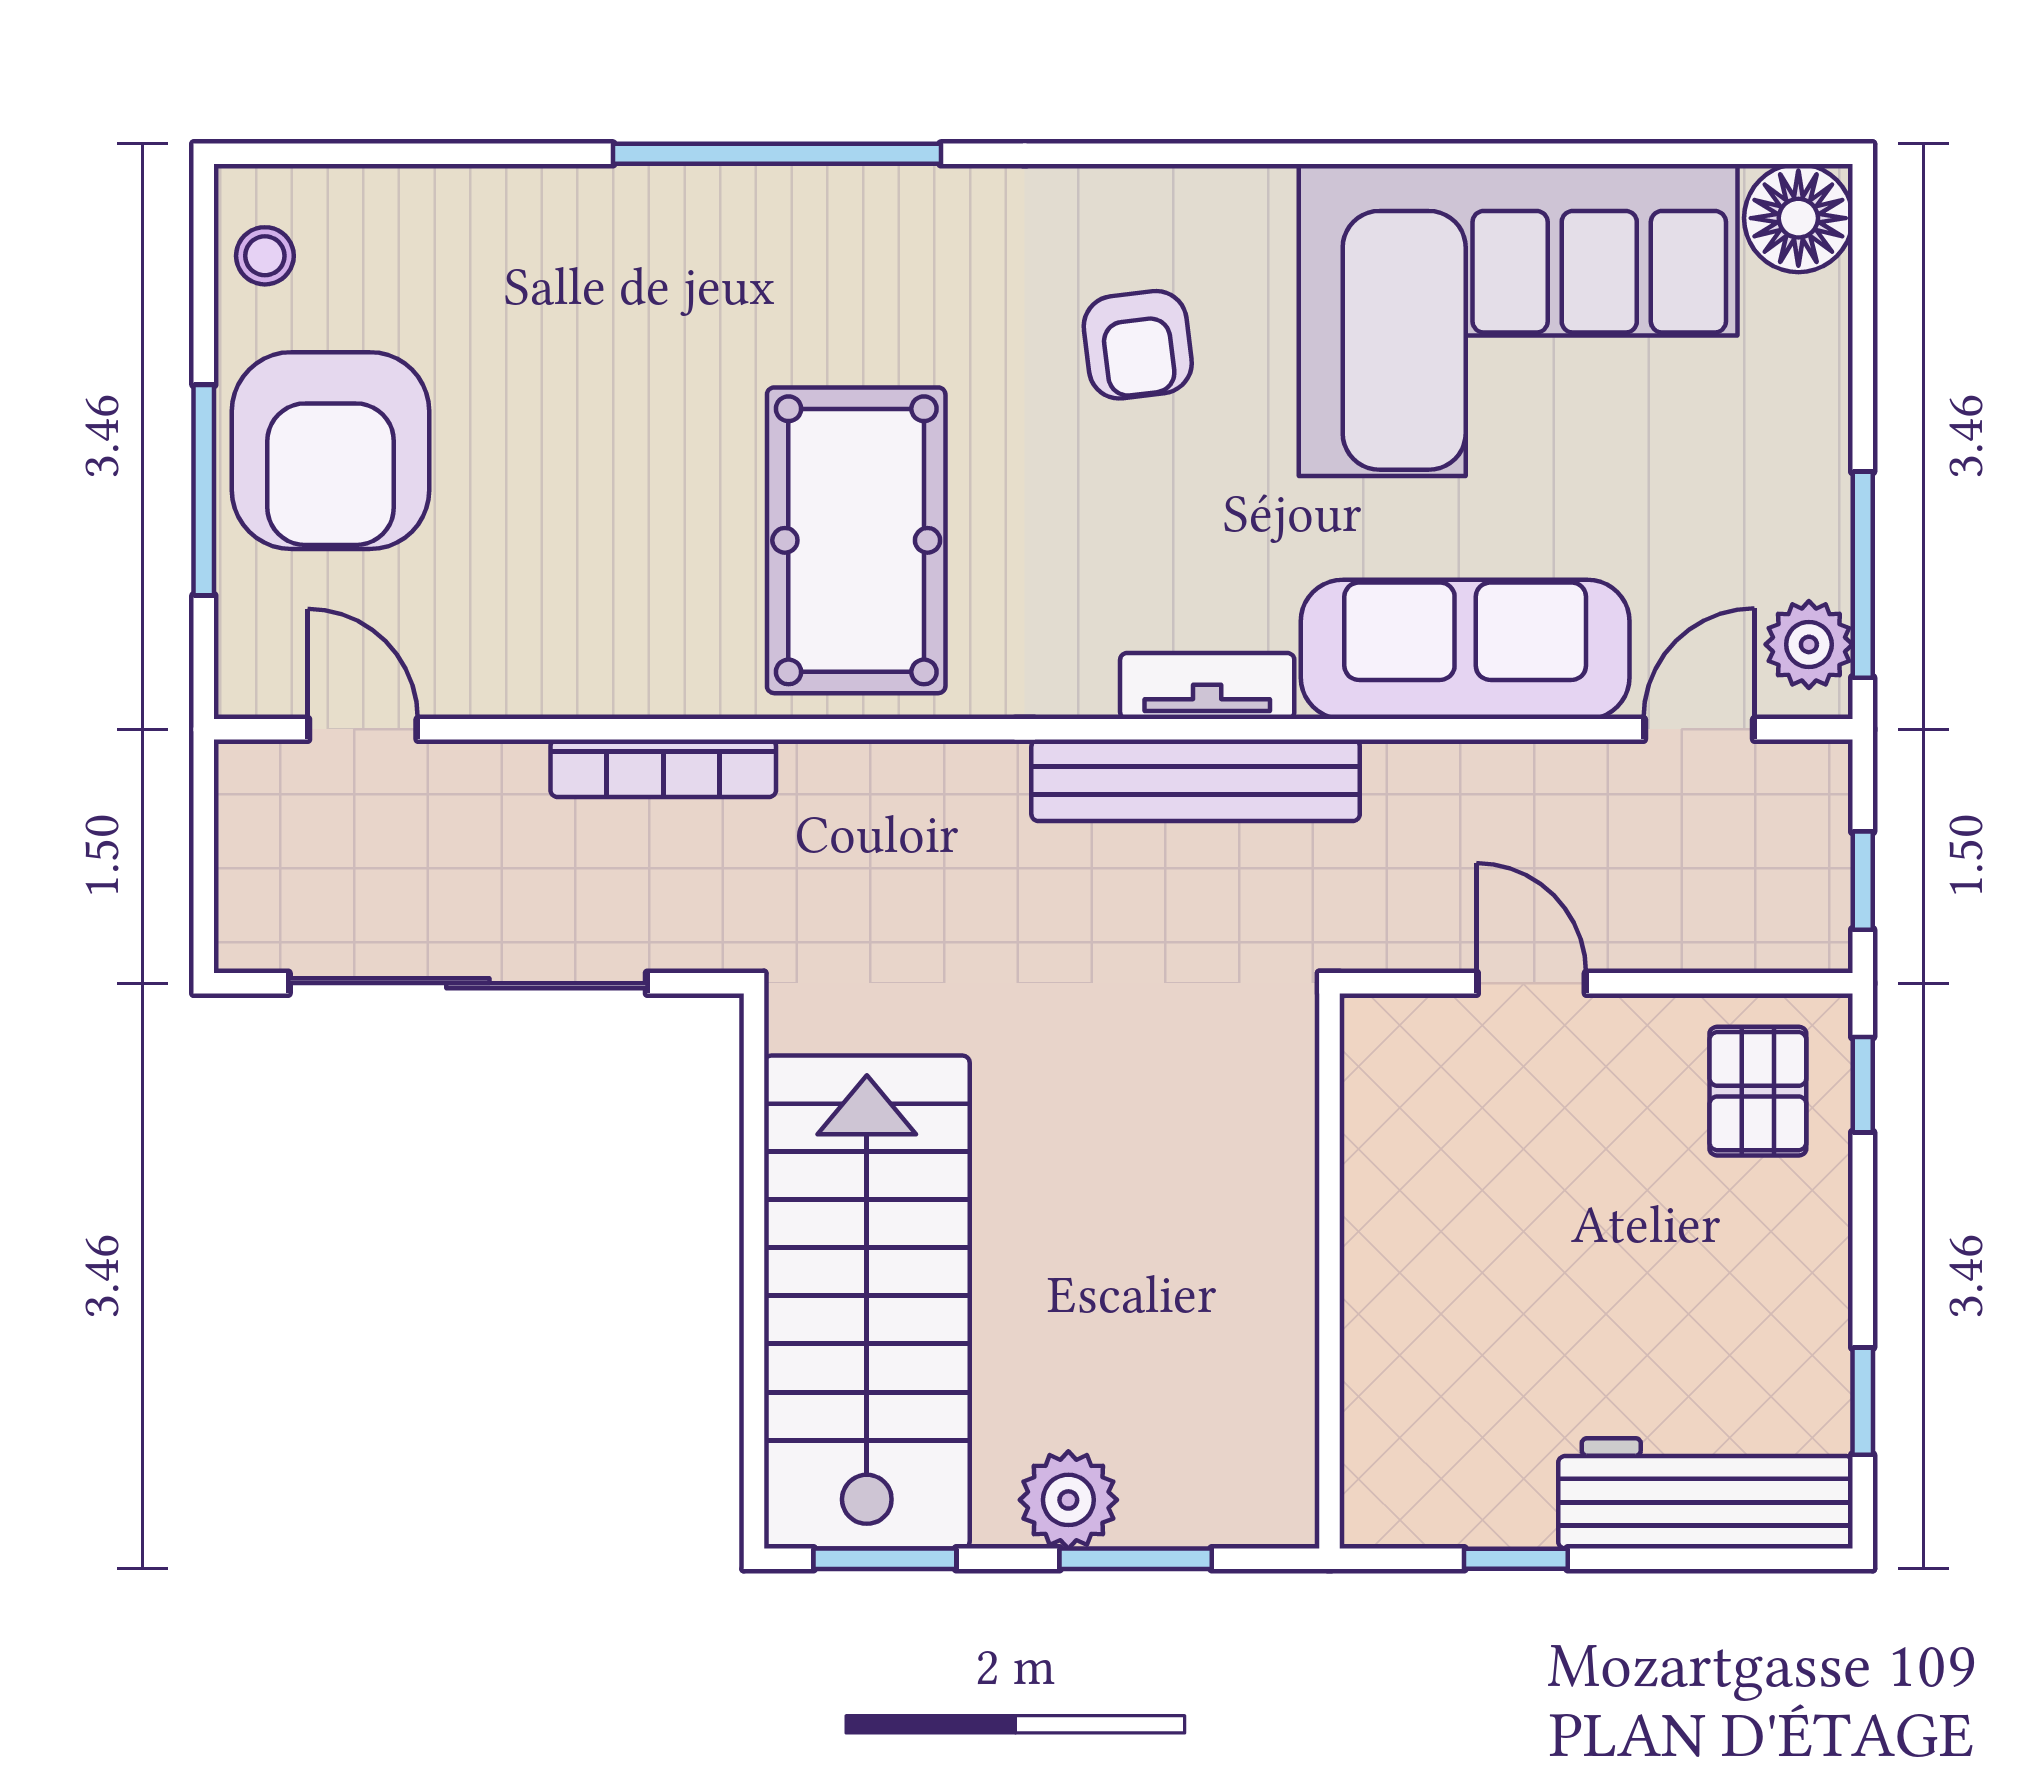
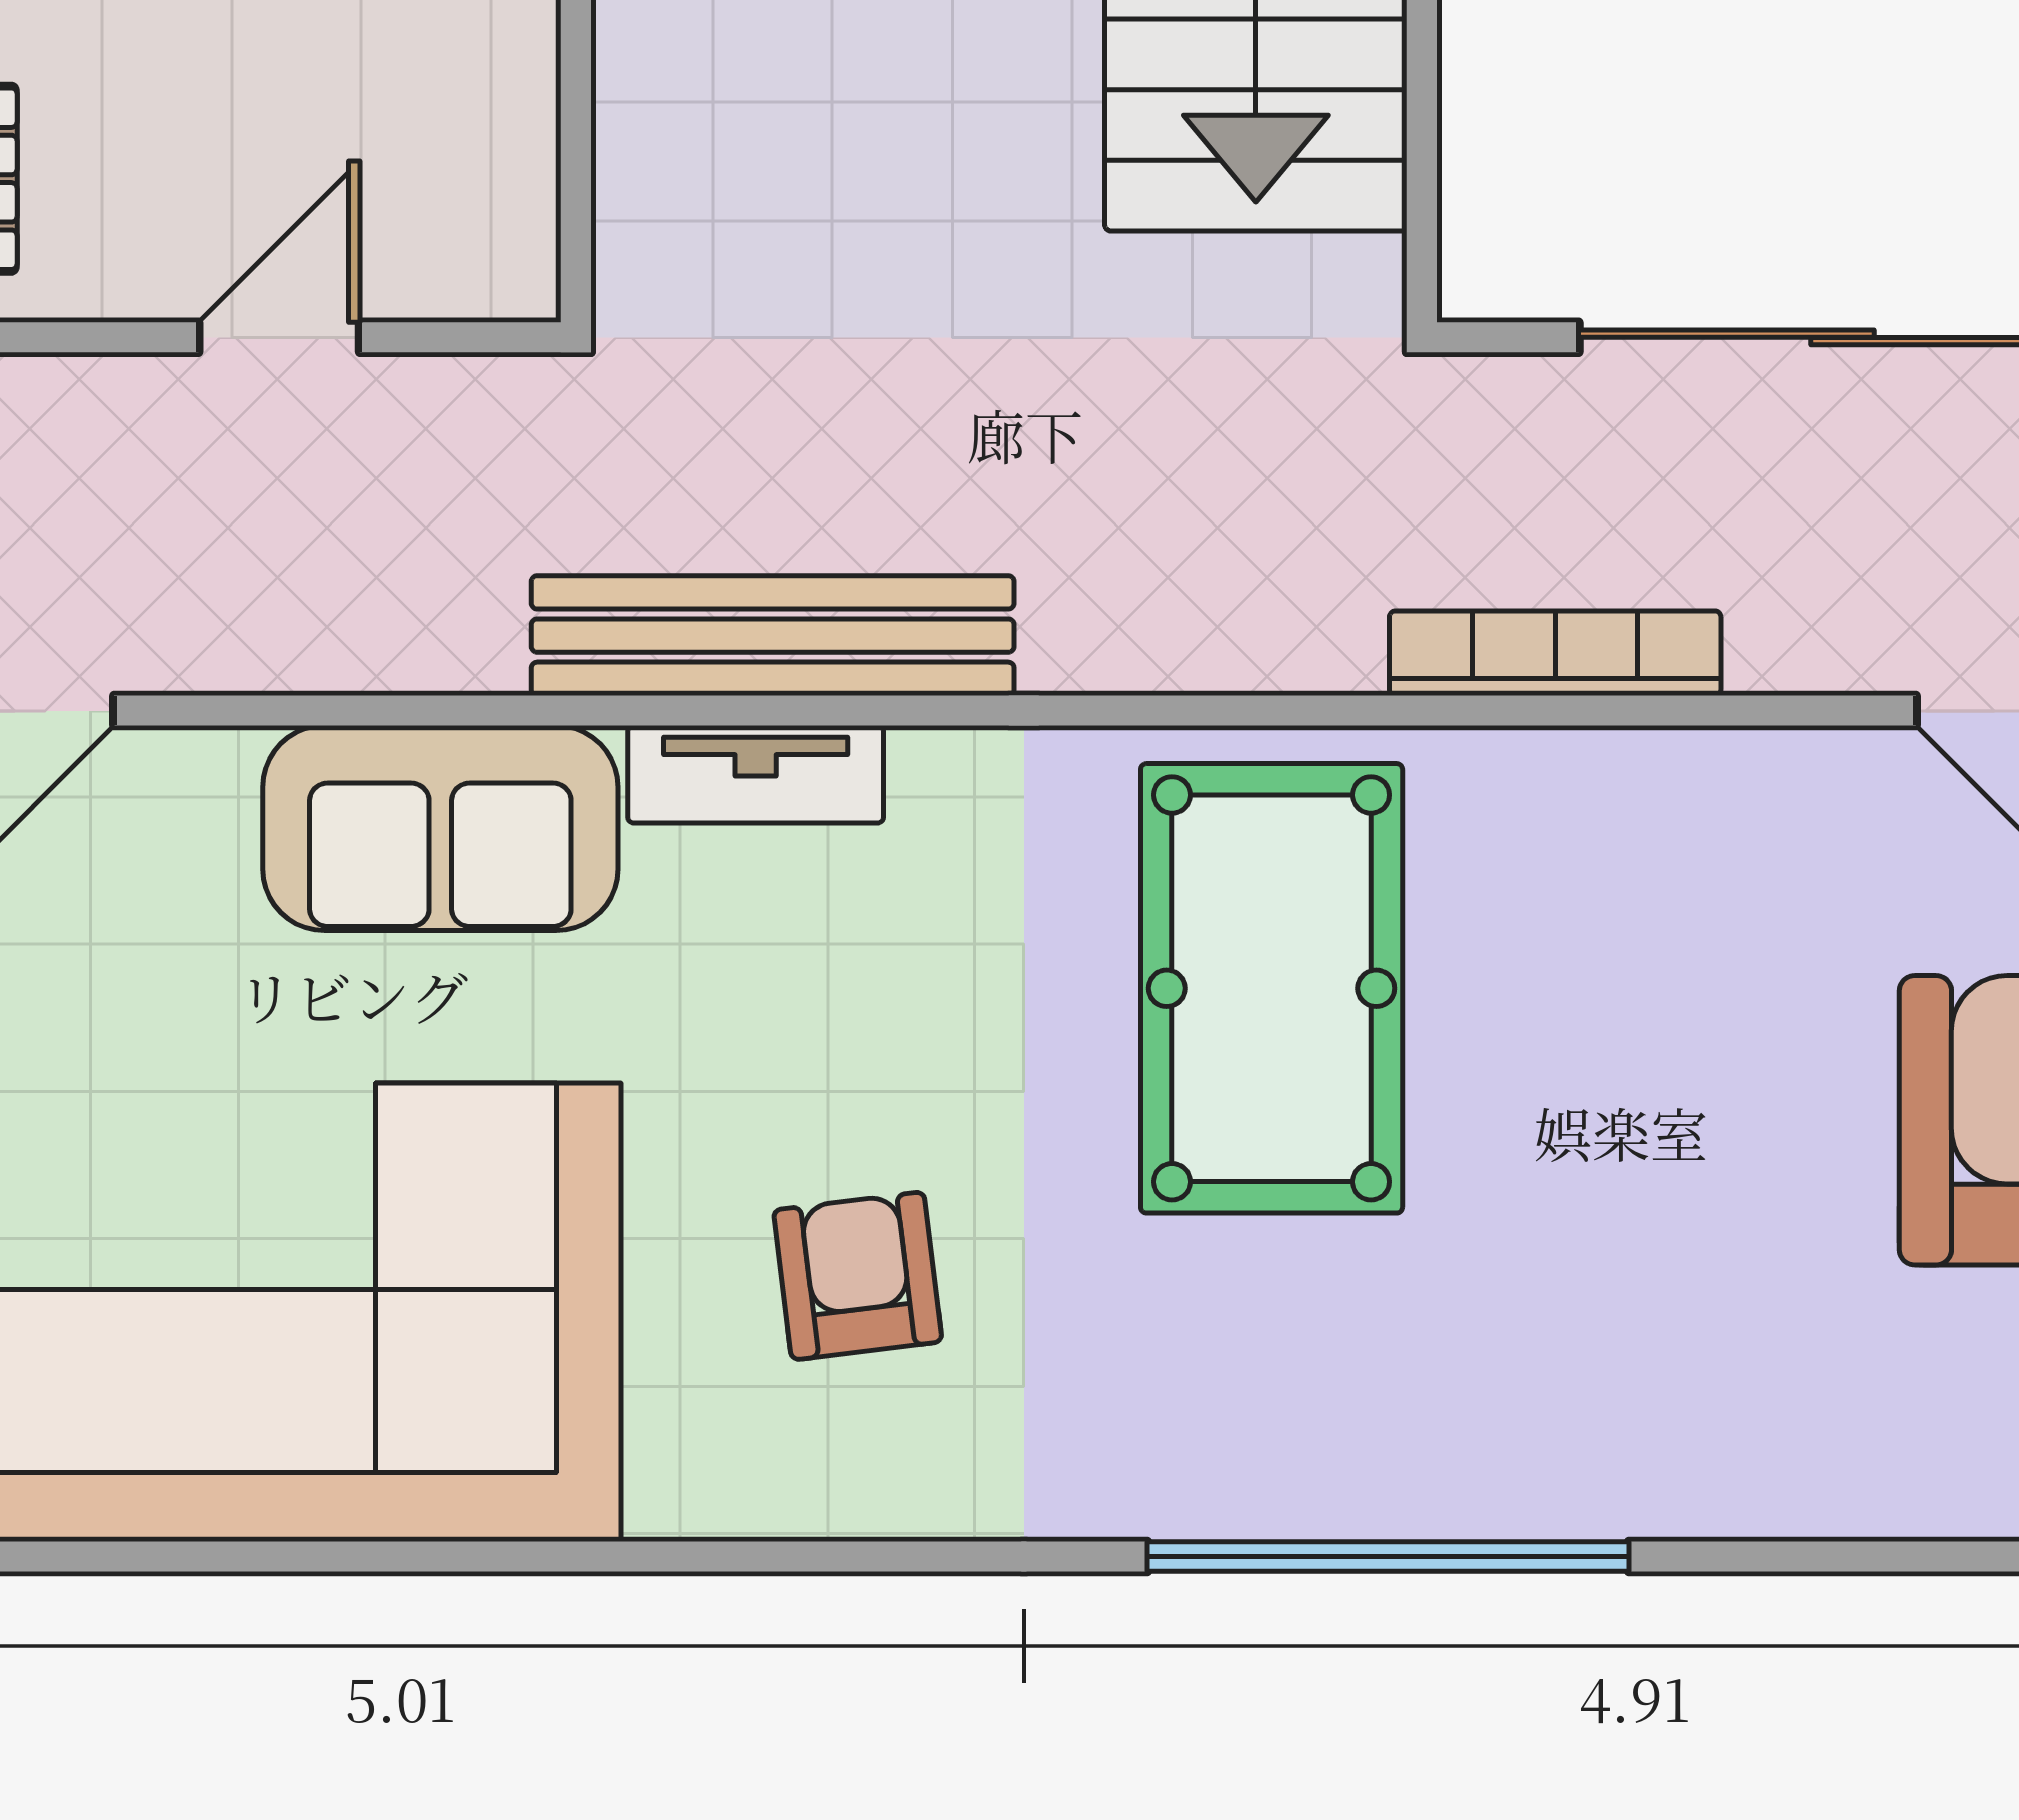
sofa: (1465, 649) -> (440, 828), width x0.73
door: (1531, 983) -> (279, 337), swing flipped

